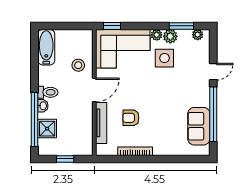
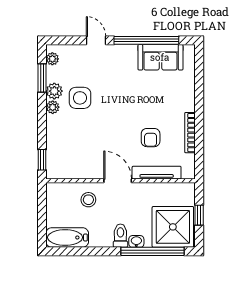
corner sofa: (123, 49) -> (69, 147), removed
shower: (47, 129) -> (173, 227), width x1.86, depth x1.86

